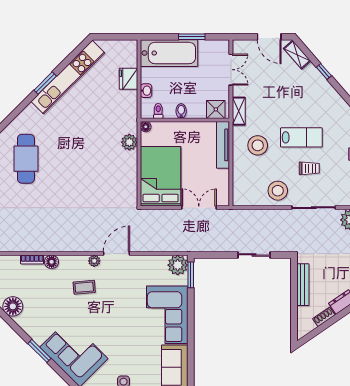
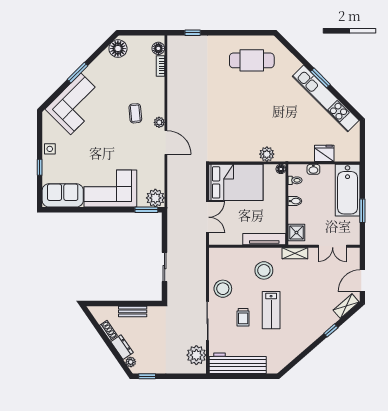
floor lamp: (52, 262) -> (158, 48), moved
bench: (303, 285) -> (133, 311), width x0.73

